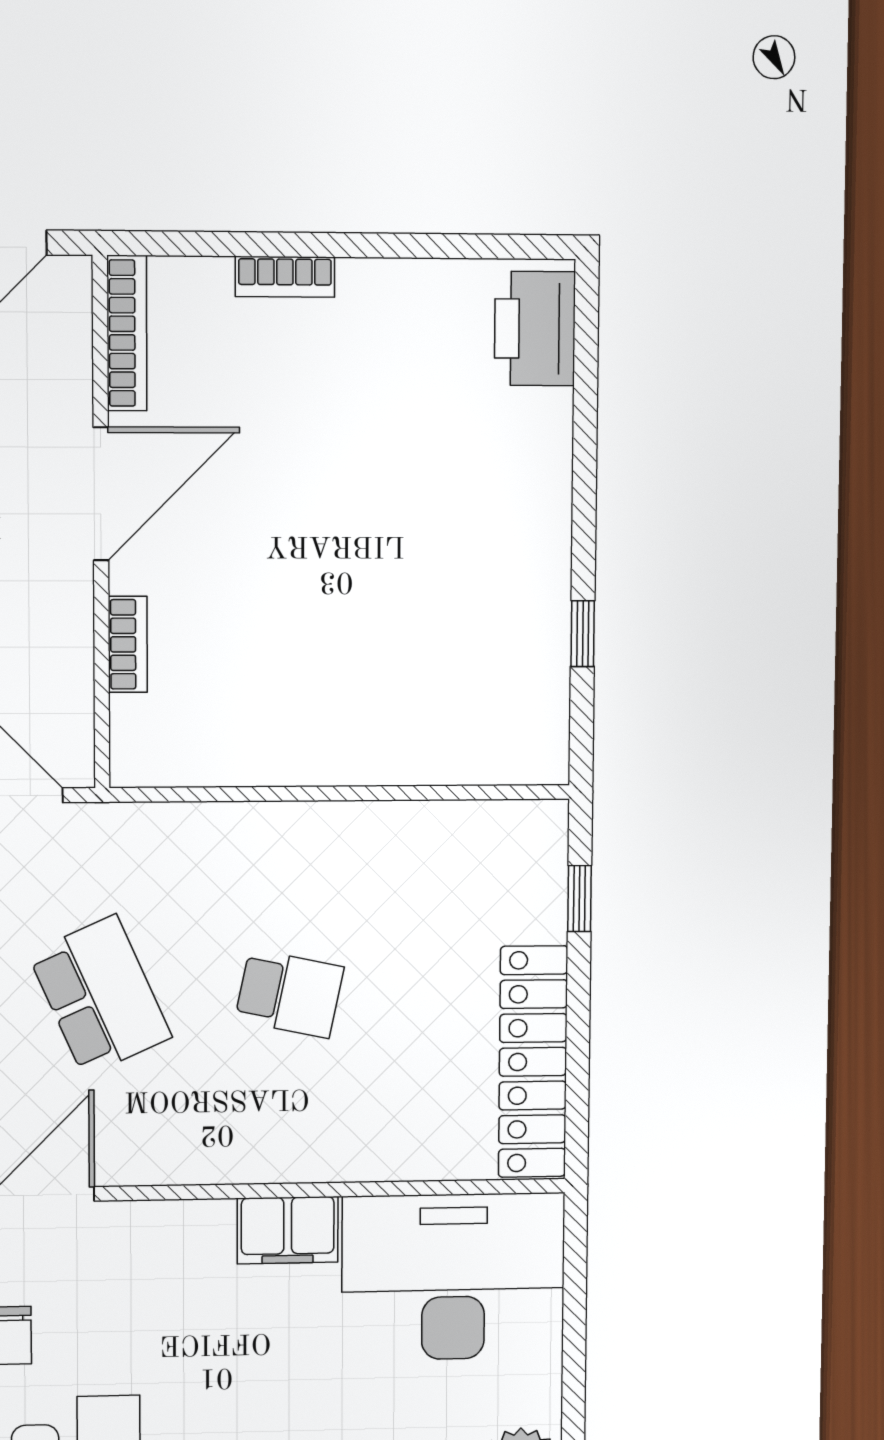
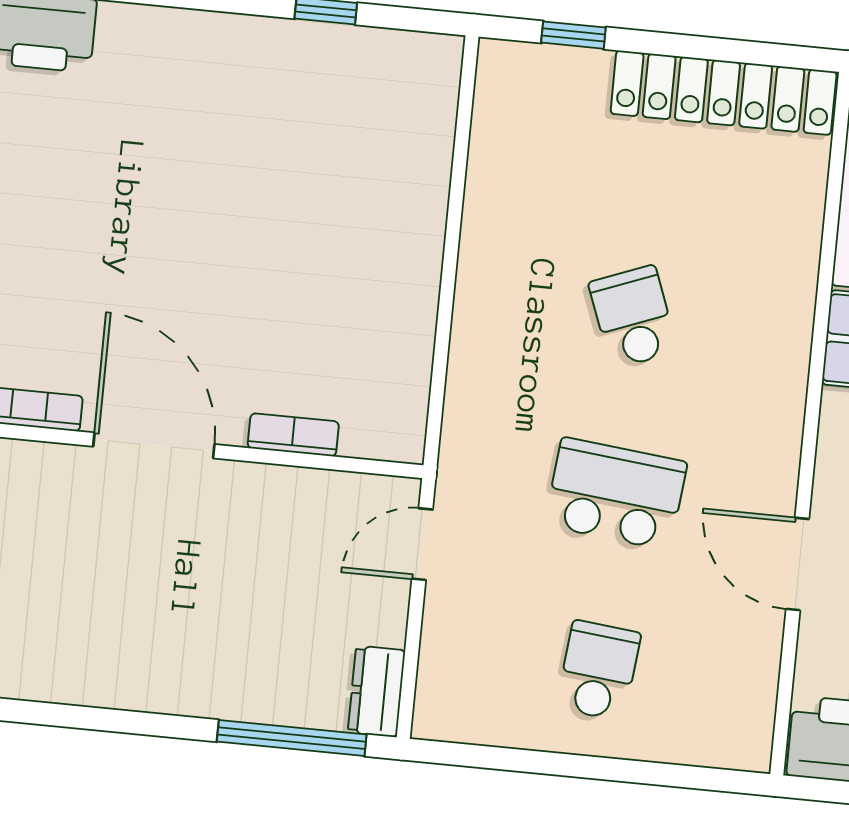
school desk: (289, 993) -> (633, 317), turned -33
school desk: (100, 996) -> (616, 494), turned 30

